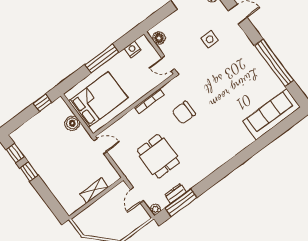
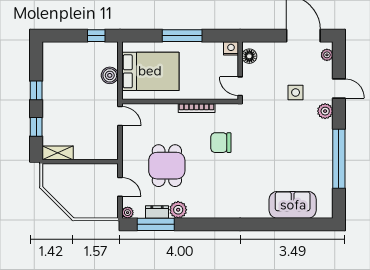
plant: (240, 37) -> (325, 111), added
nightstand: (133, 49) -> (231, 48), moved
sofa: (271, 114) -> (293, 205), width x0.73
window: (15, 153) -> (36, 127), moved
plant: (189, 181) -> (178, 210), added
shelving: (94, 190) -> (58, 153), moved
door: (137, 195) -> (120, 187), swing flipped

